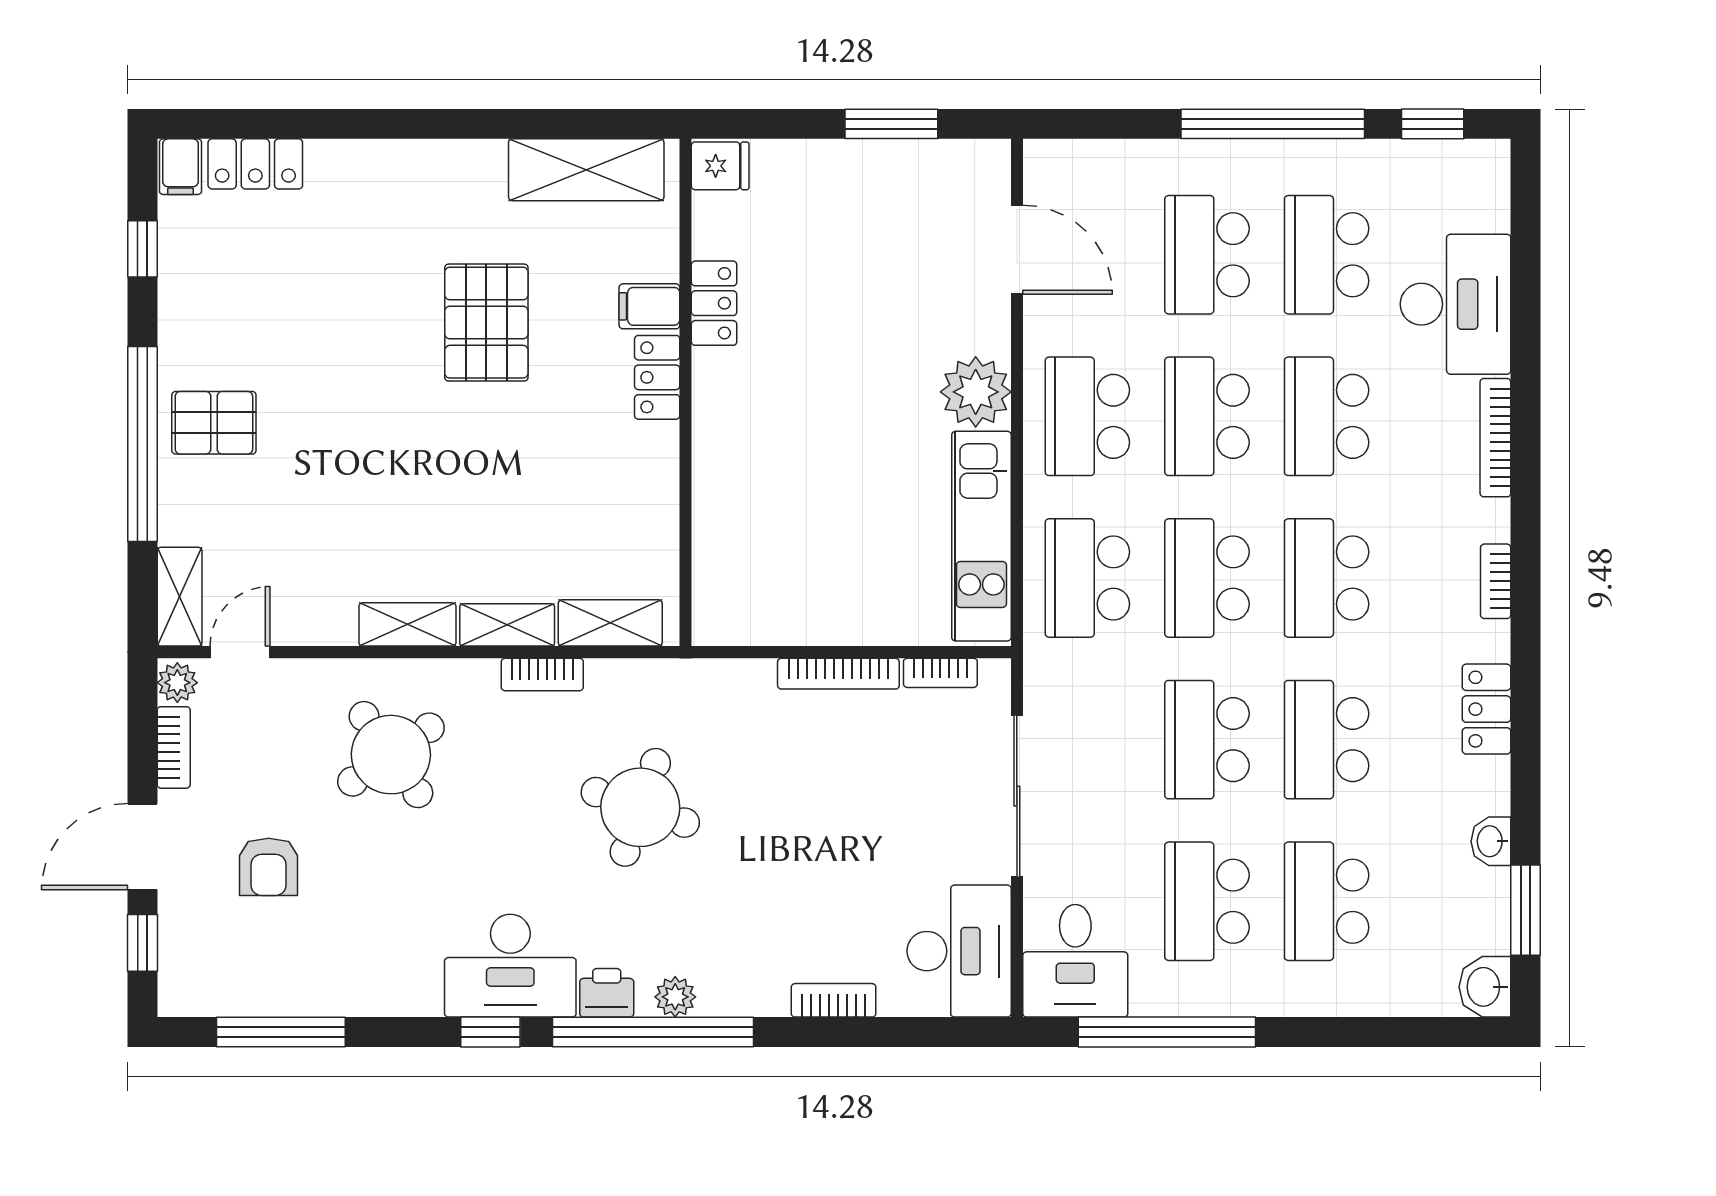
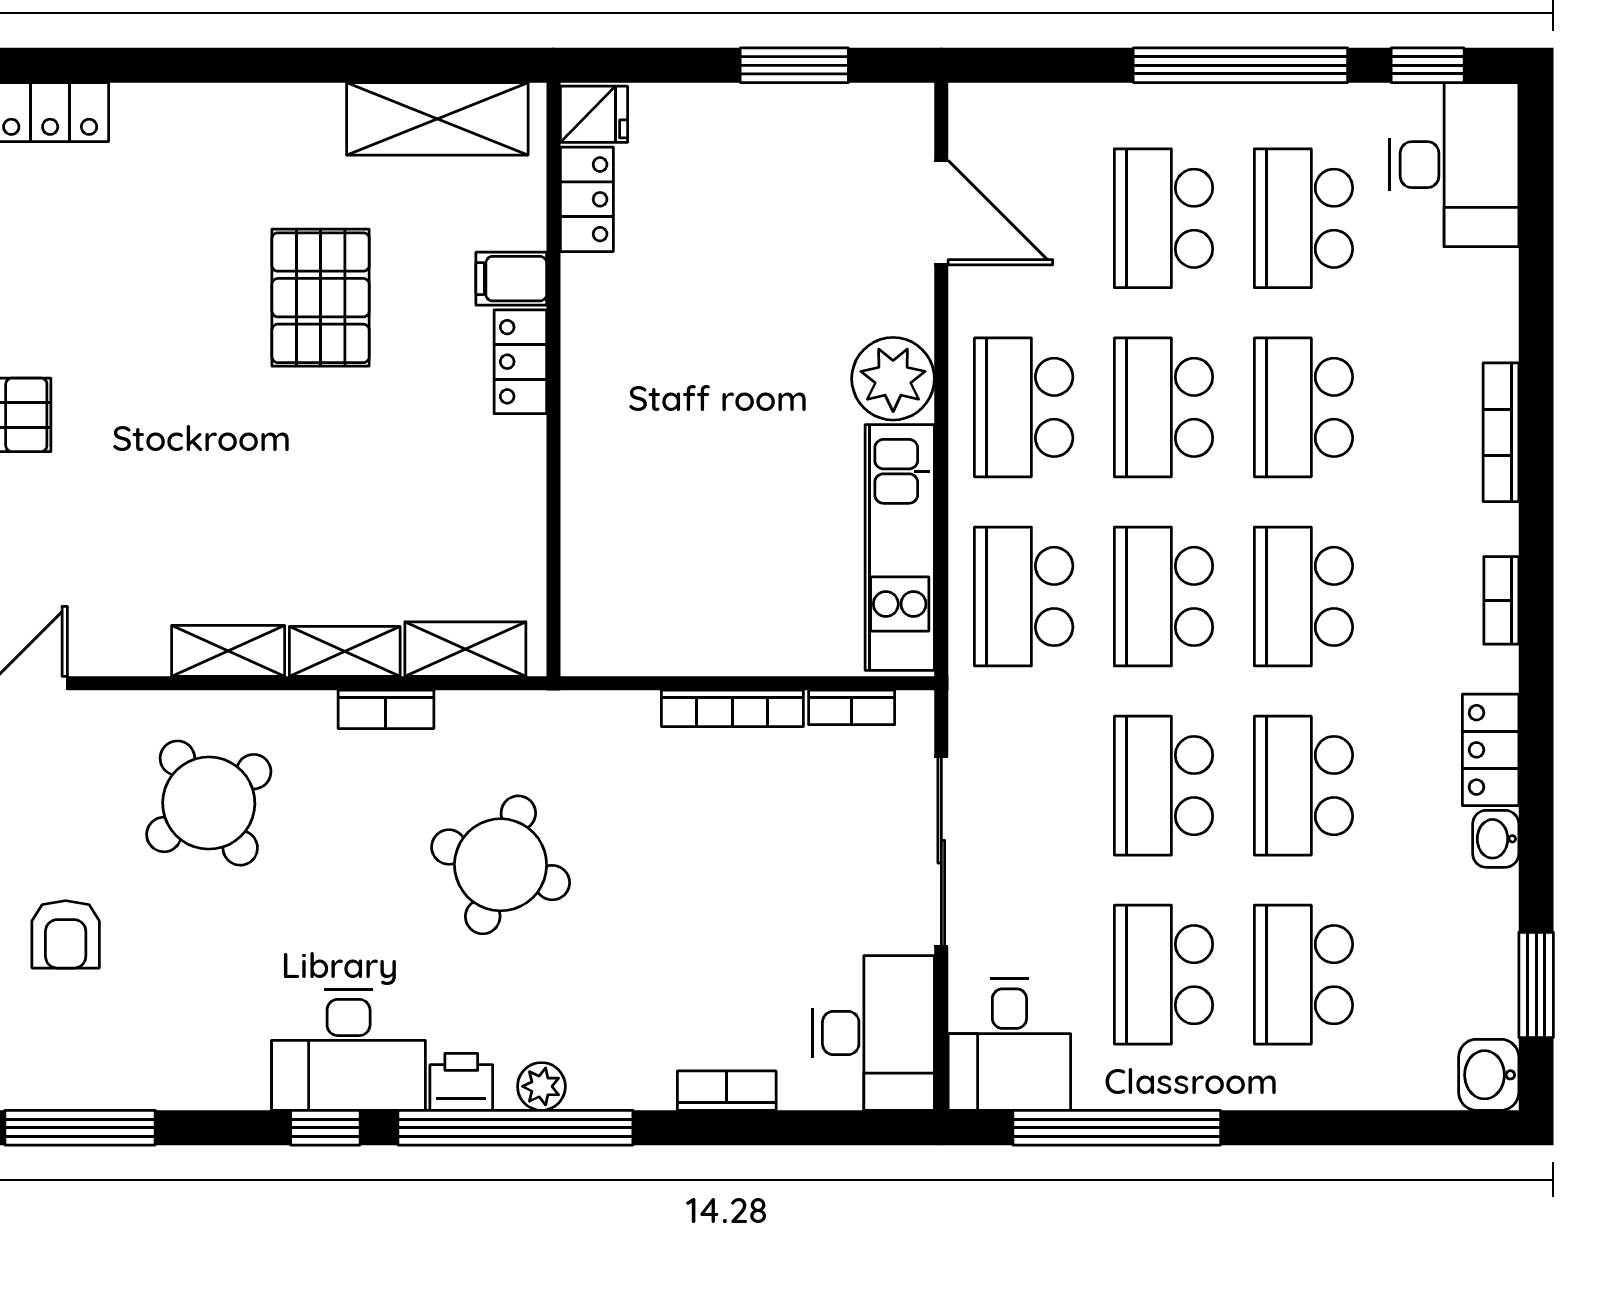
locker: (714, 303) -> (587, 199), moved
desk: (1456, 304) -> (1454, 165), moved
washbasin: (1491, 841) -> (1496, 839), moved

